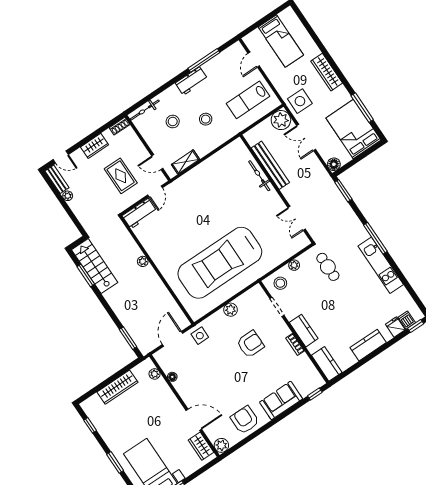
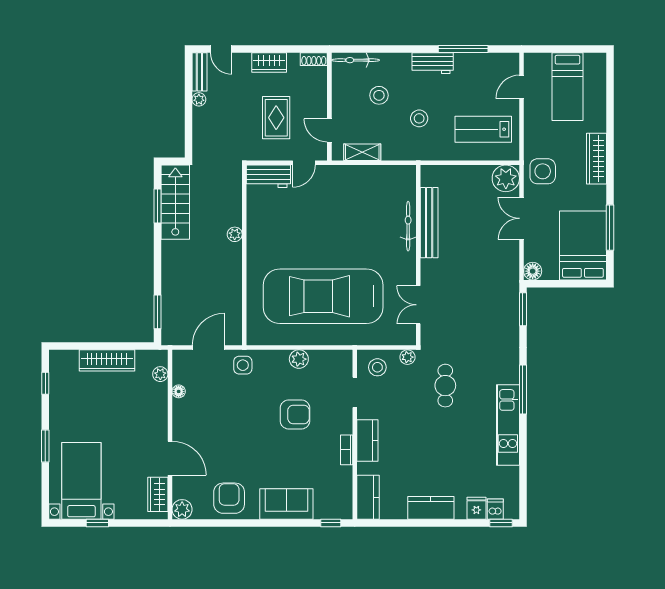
bench: (270, 165) -> (429, 223), moved
bicycle: (259, 176) -> (408, 226), moved
wall: (277, 189) -> (418, 255), moved
double door: (297, 218) -> (418, 305), moved

